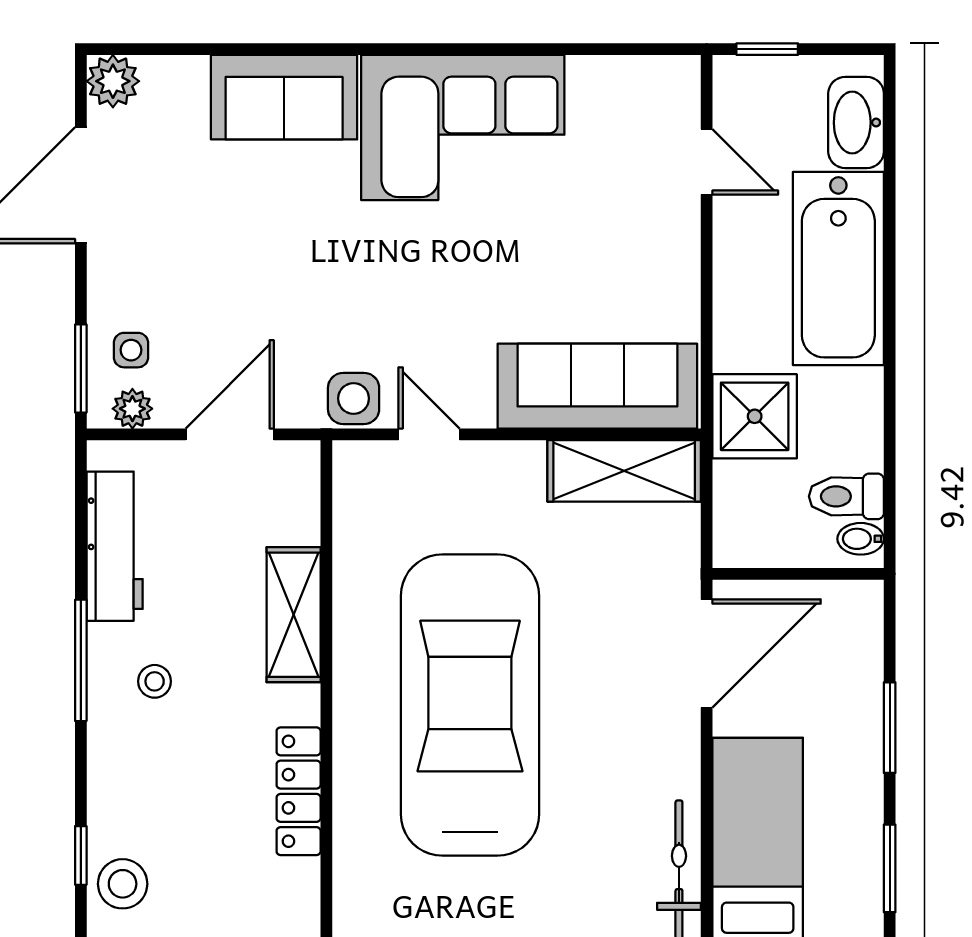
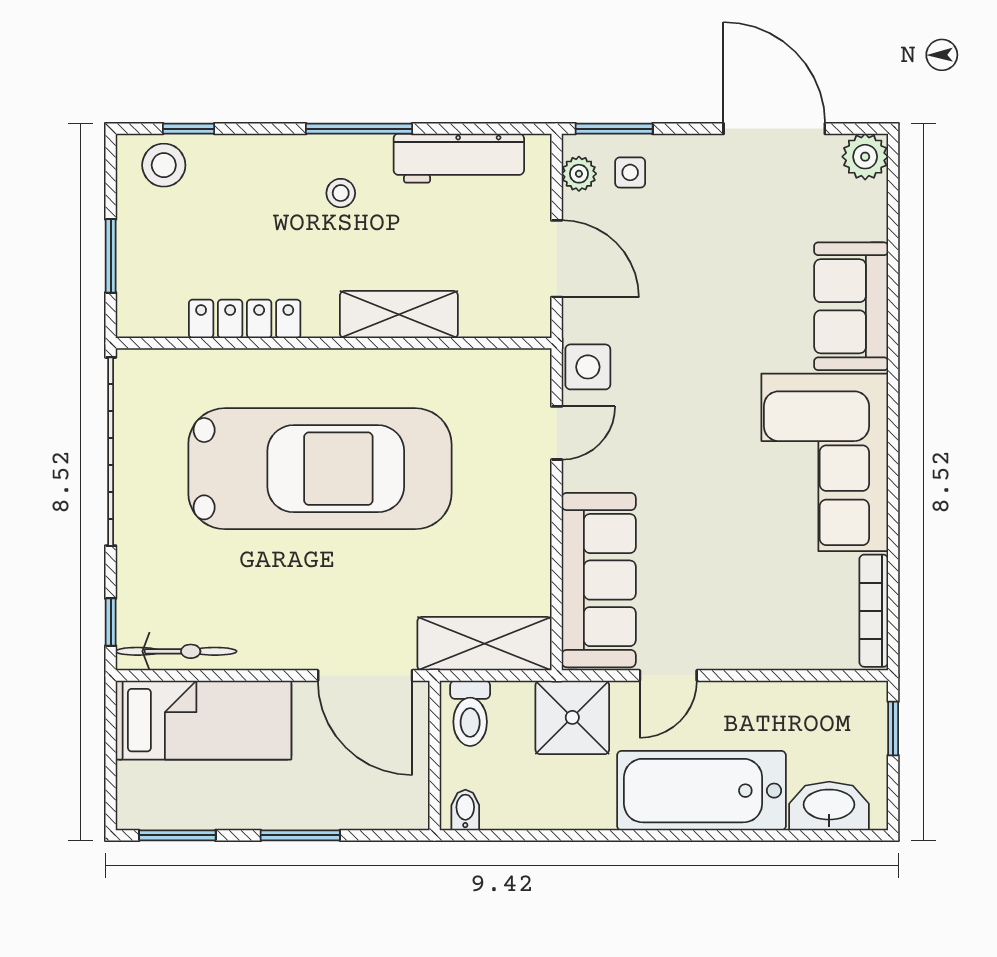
bookcase: (632, 71) -> (874, 611), added
door: (707, 162) -> (668, 676), moved
shelving: (624, 471) -> (484, 644), moved, turned 90
toilet: (846, 496) -> (470, 713), moved, turned 180

